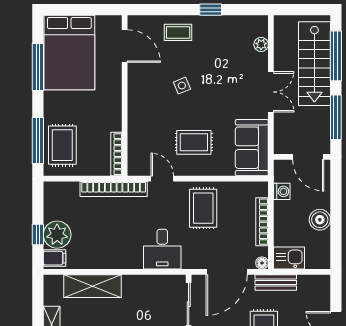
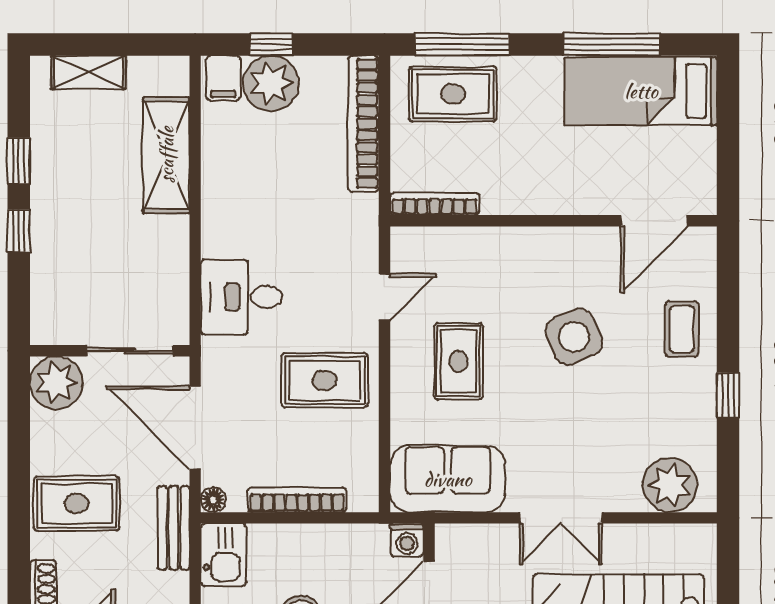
plant: (261, 44) -> (670, 485), width x1.87, depth x1.87
bed: (69, 53) -> (641, 91), width x0.67
side table: (182, 86) -> (574, 337), width x1.87, depth x1.87
bookcase: (114, 189) -> (363, 124), moved
washing machine: (282, 191) -> (407, 540), moved

